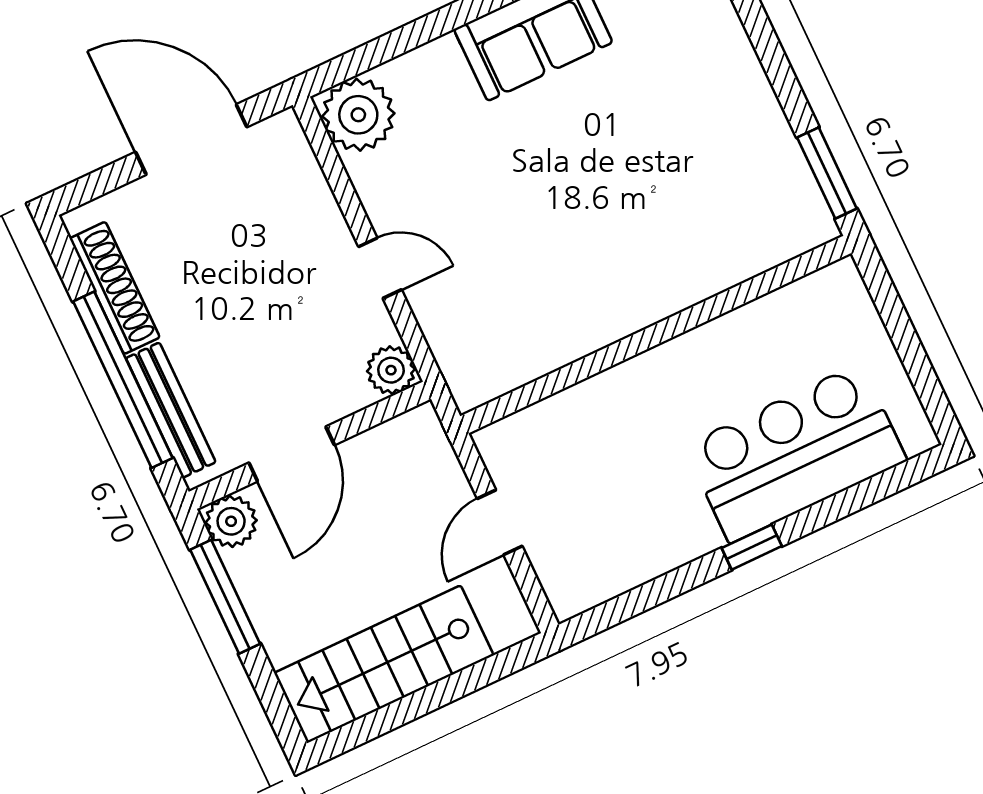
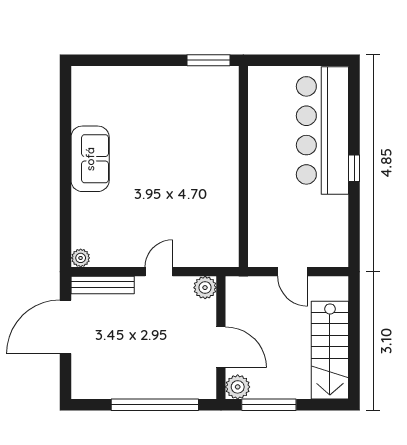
plant: (358, 115) -> (81, 258), width x0.53, depth x0.53
shoe rack: (115, 288) -> (114, 390), removed
bench: (171, 410) -> (103, 285), moved
bar counter: (795, 453) -> (322, 130), width x1.36

